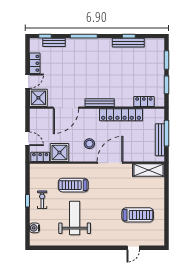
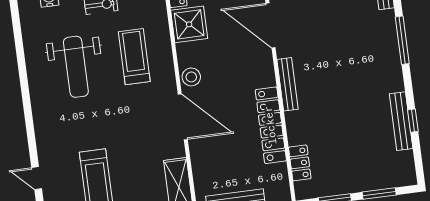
stool: (89, 144) -> (191, 77), moved
weight bench: (75, 218) -> (76, 67), turned 90

